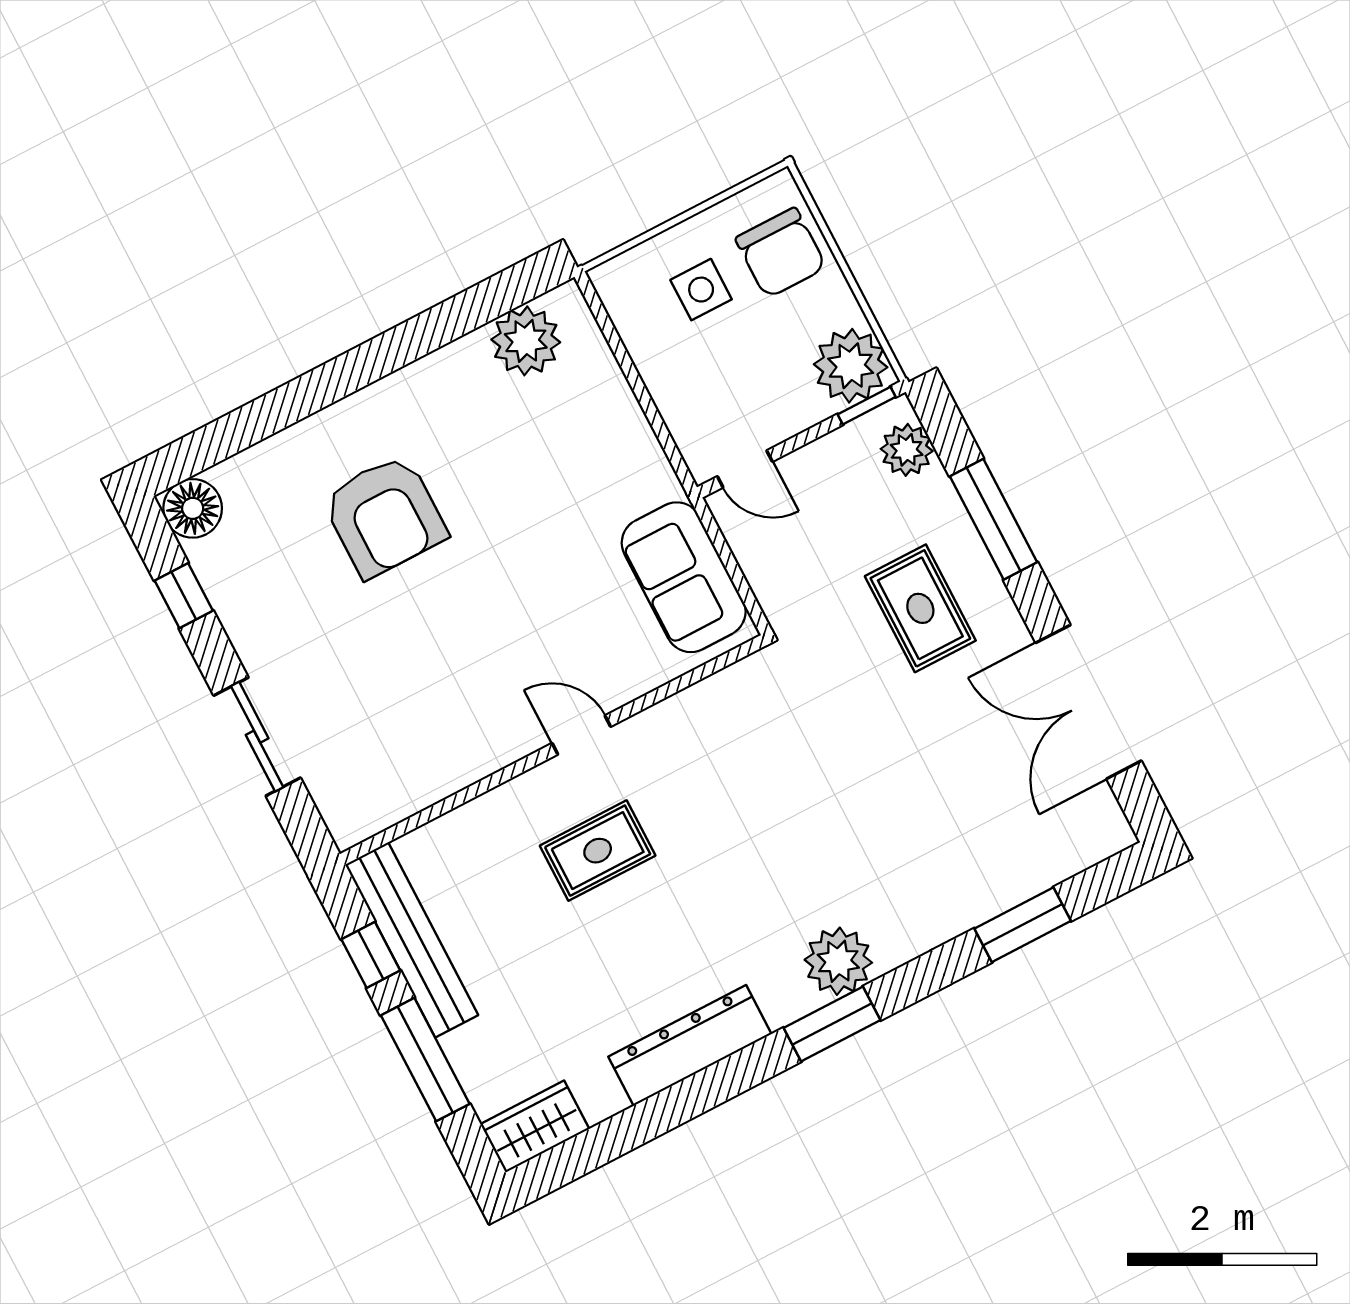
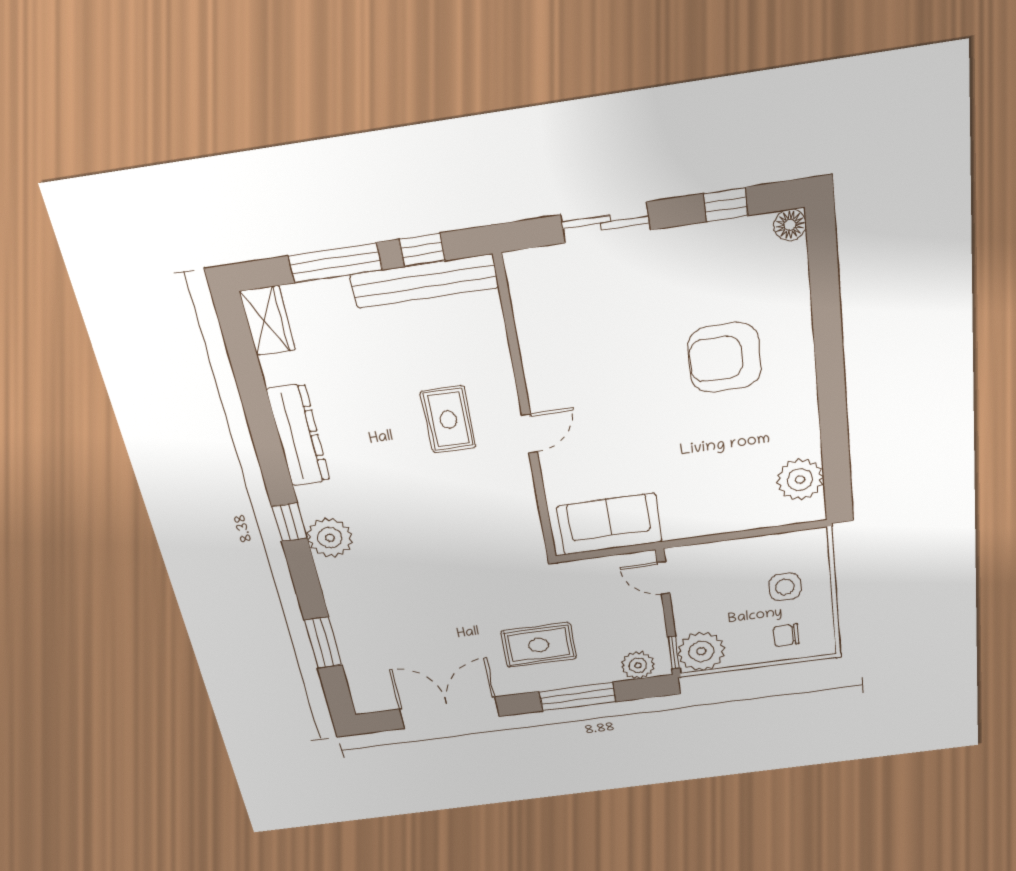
chair: (781, 253) -> (786, 635), width x0.54, depth x0.54
door: (745, 469) -> (663, 578), hinge flipped
floor lamp: (193, 508) -> (790, 225), width x0.73, depth x0.73
window: (832, 1024) -> (289, 522), width x0.67

